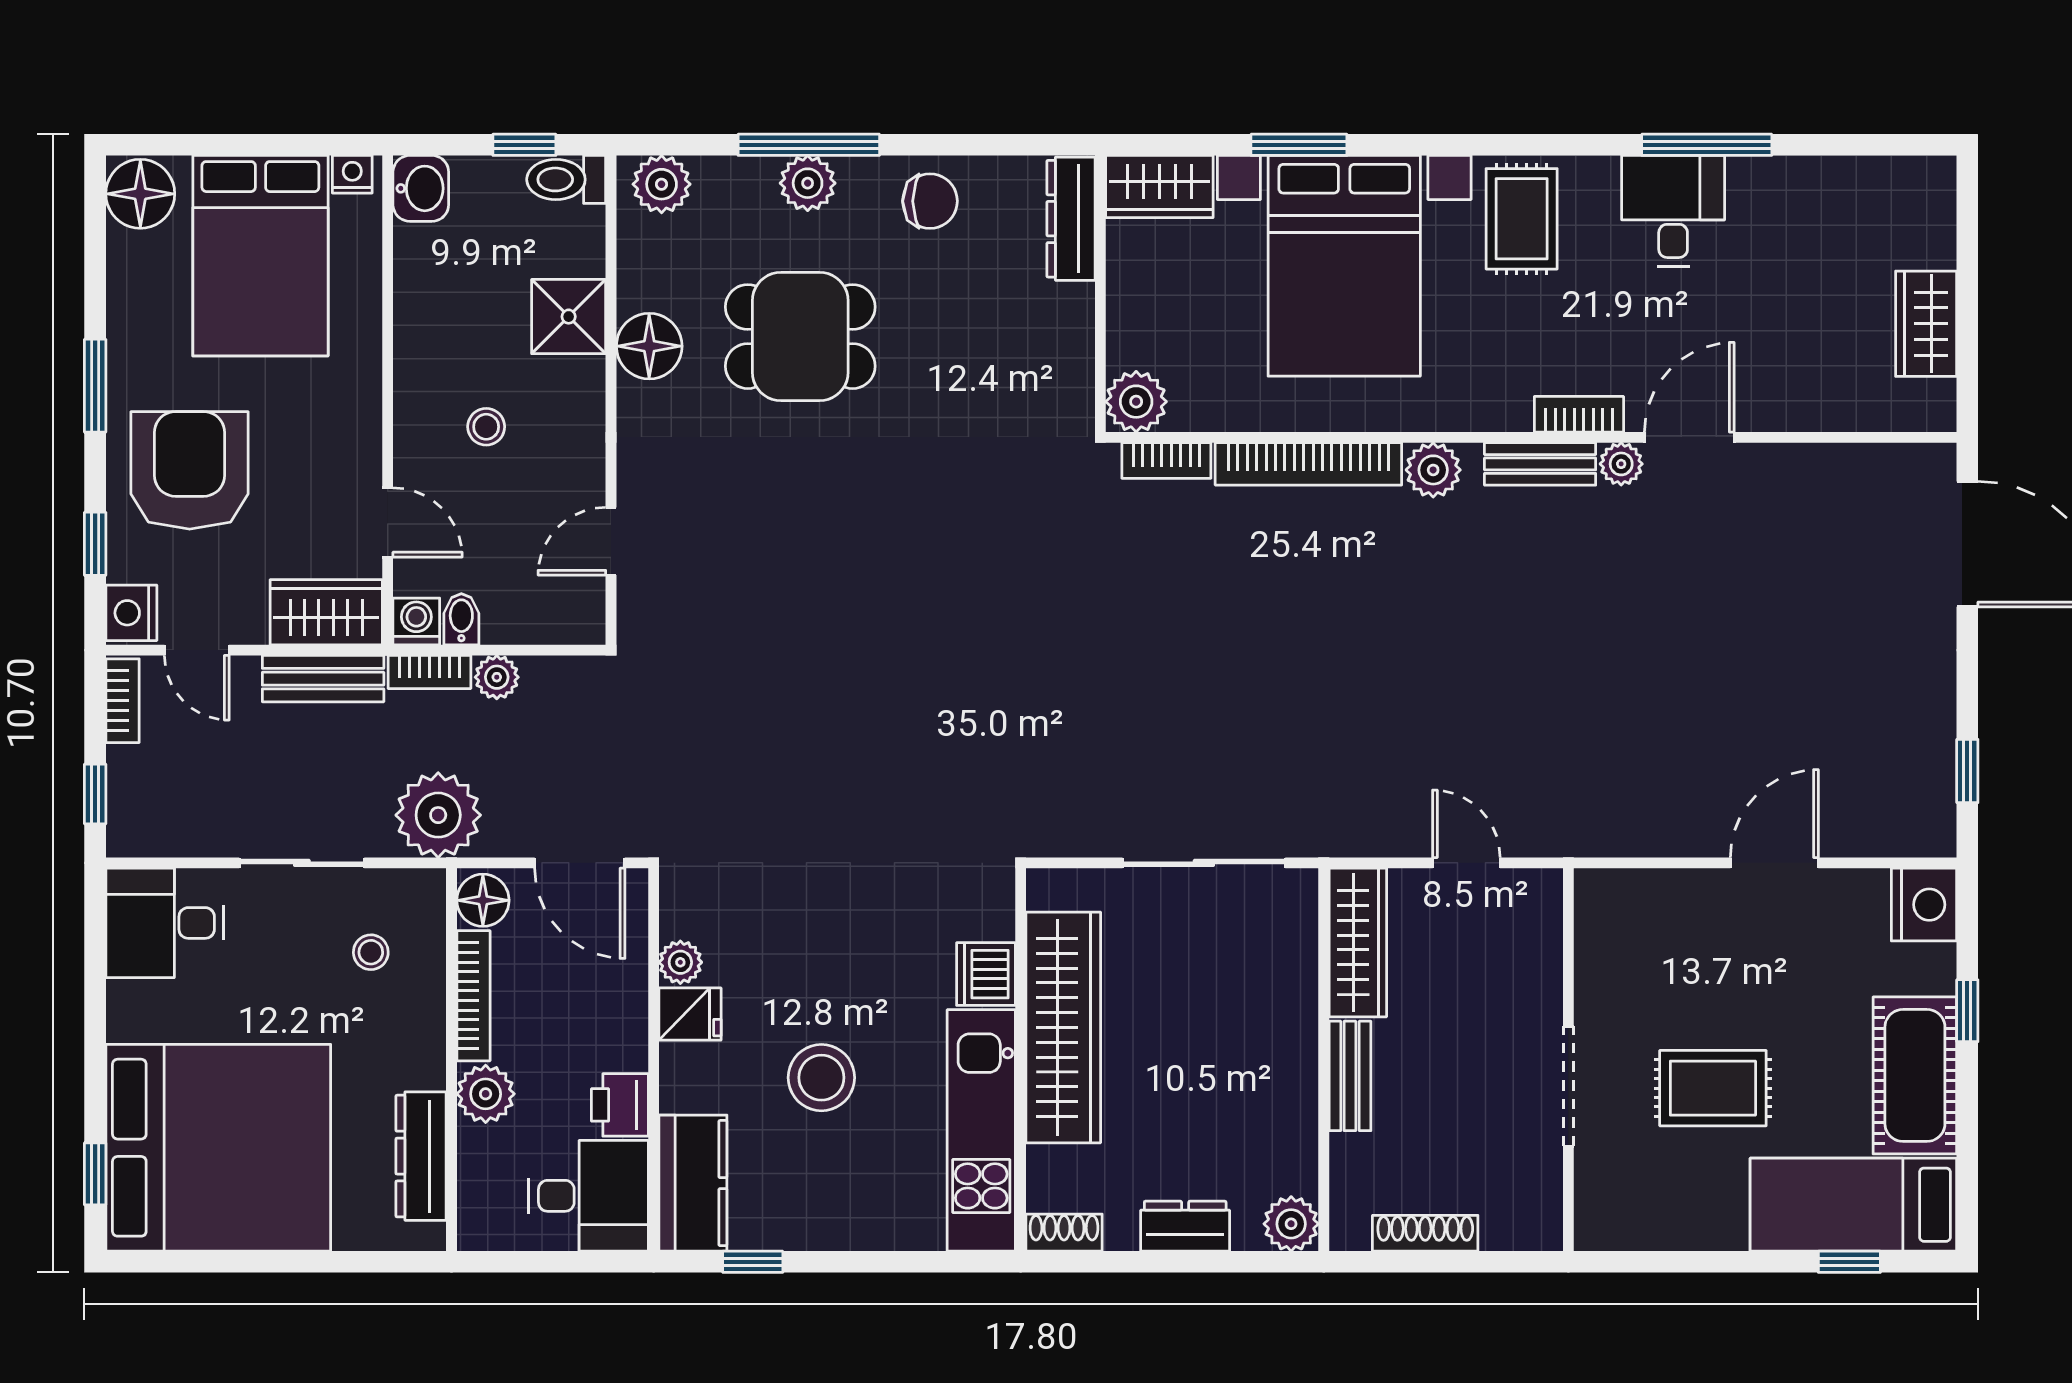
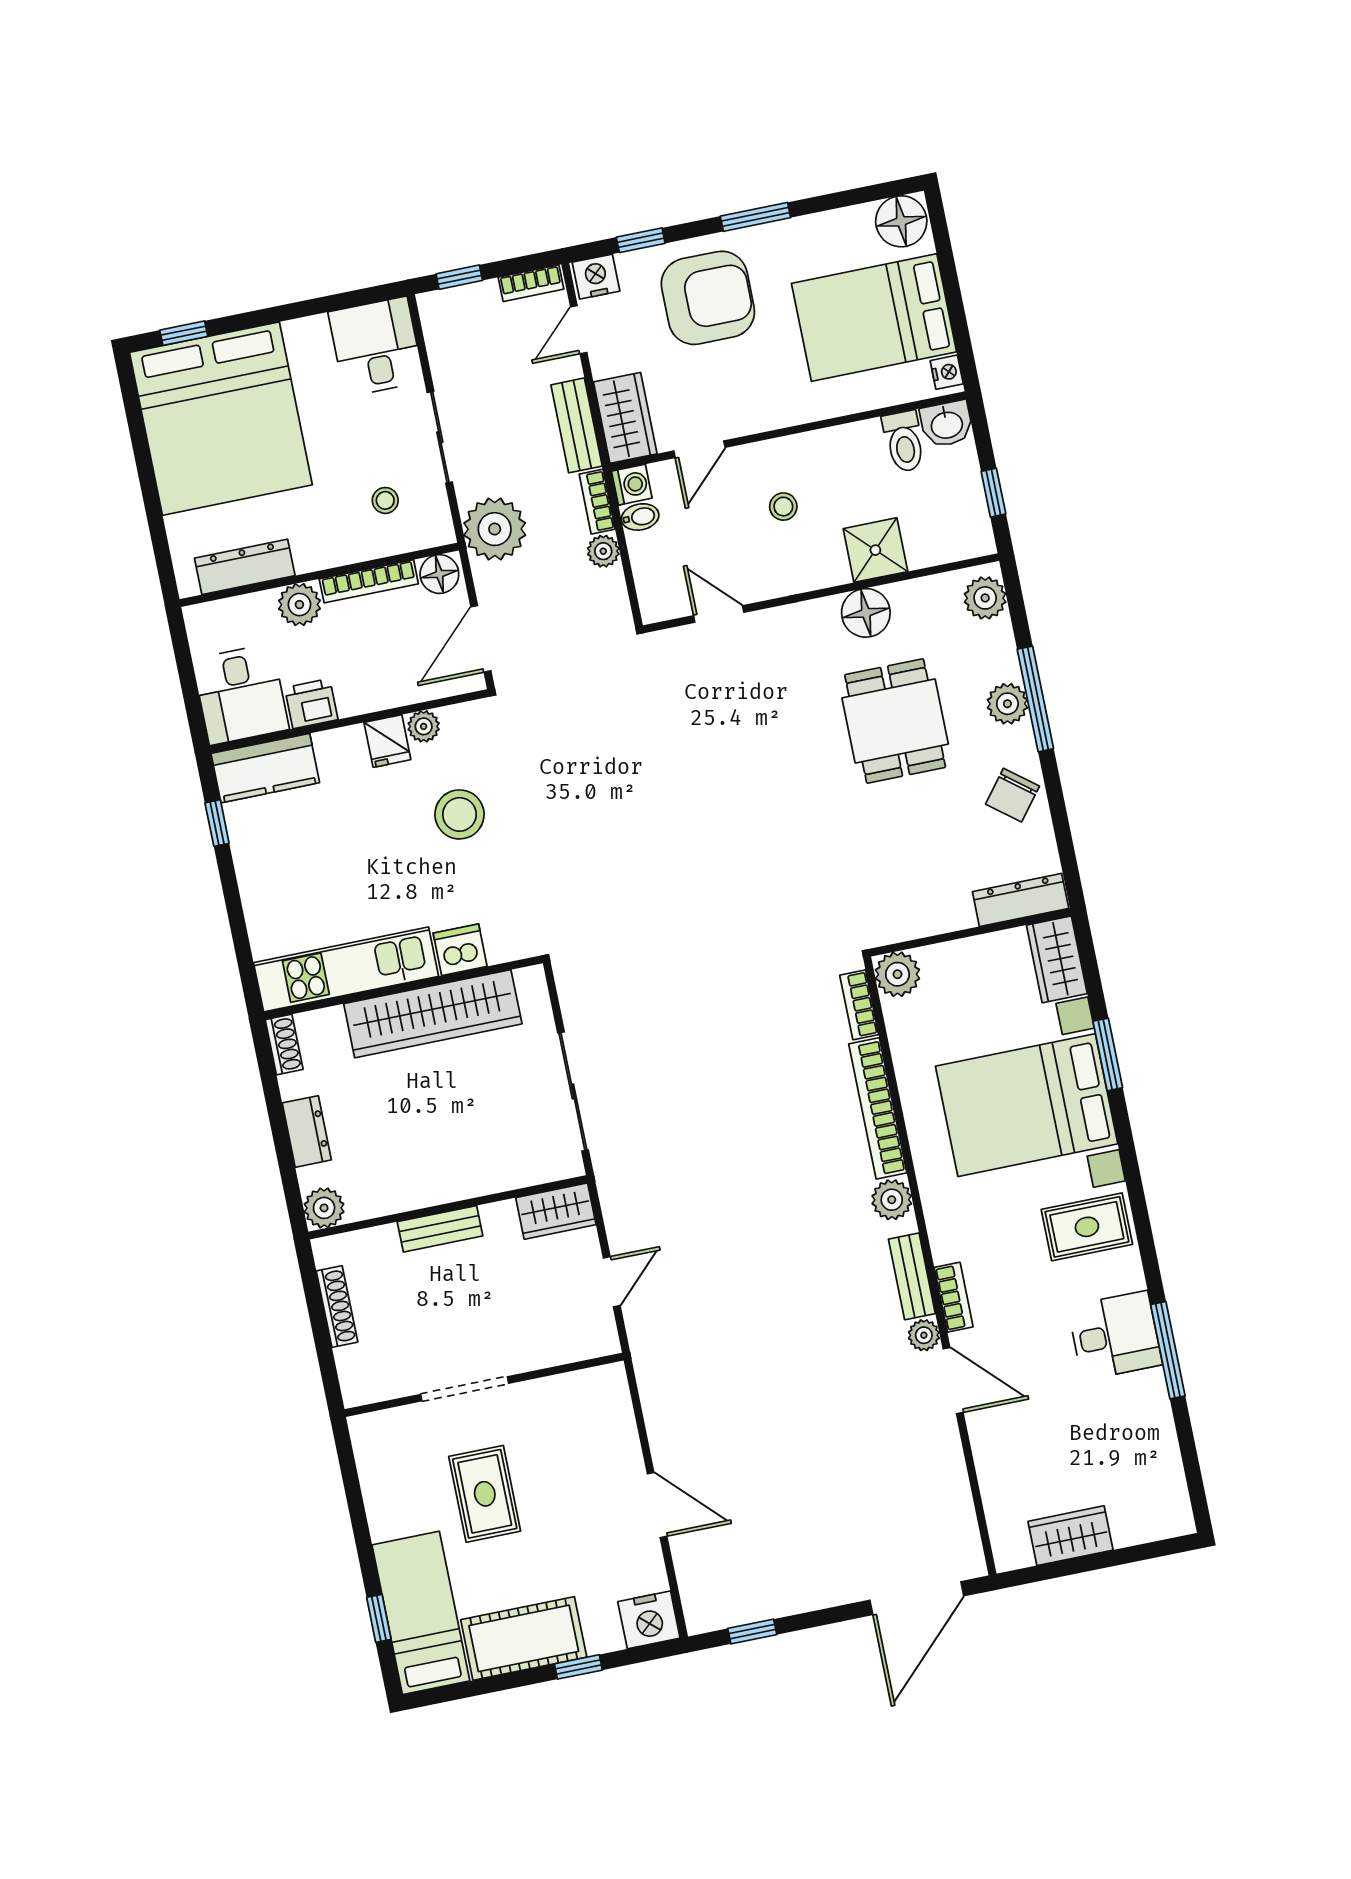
toilet: (566, 179) -> (904, 441), moved, turned 180
chair: (930, 201) -> (1012, 795), turned 38
wardrobe: (1358, 943) -> (556, 1211), width x0.67
stool: (821, 1078) -> (459, 814), moved

